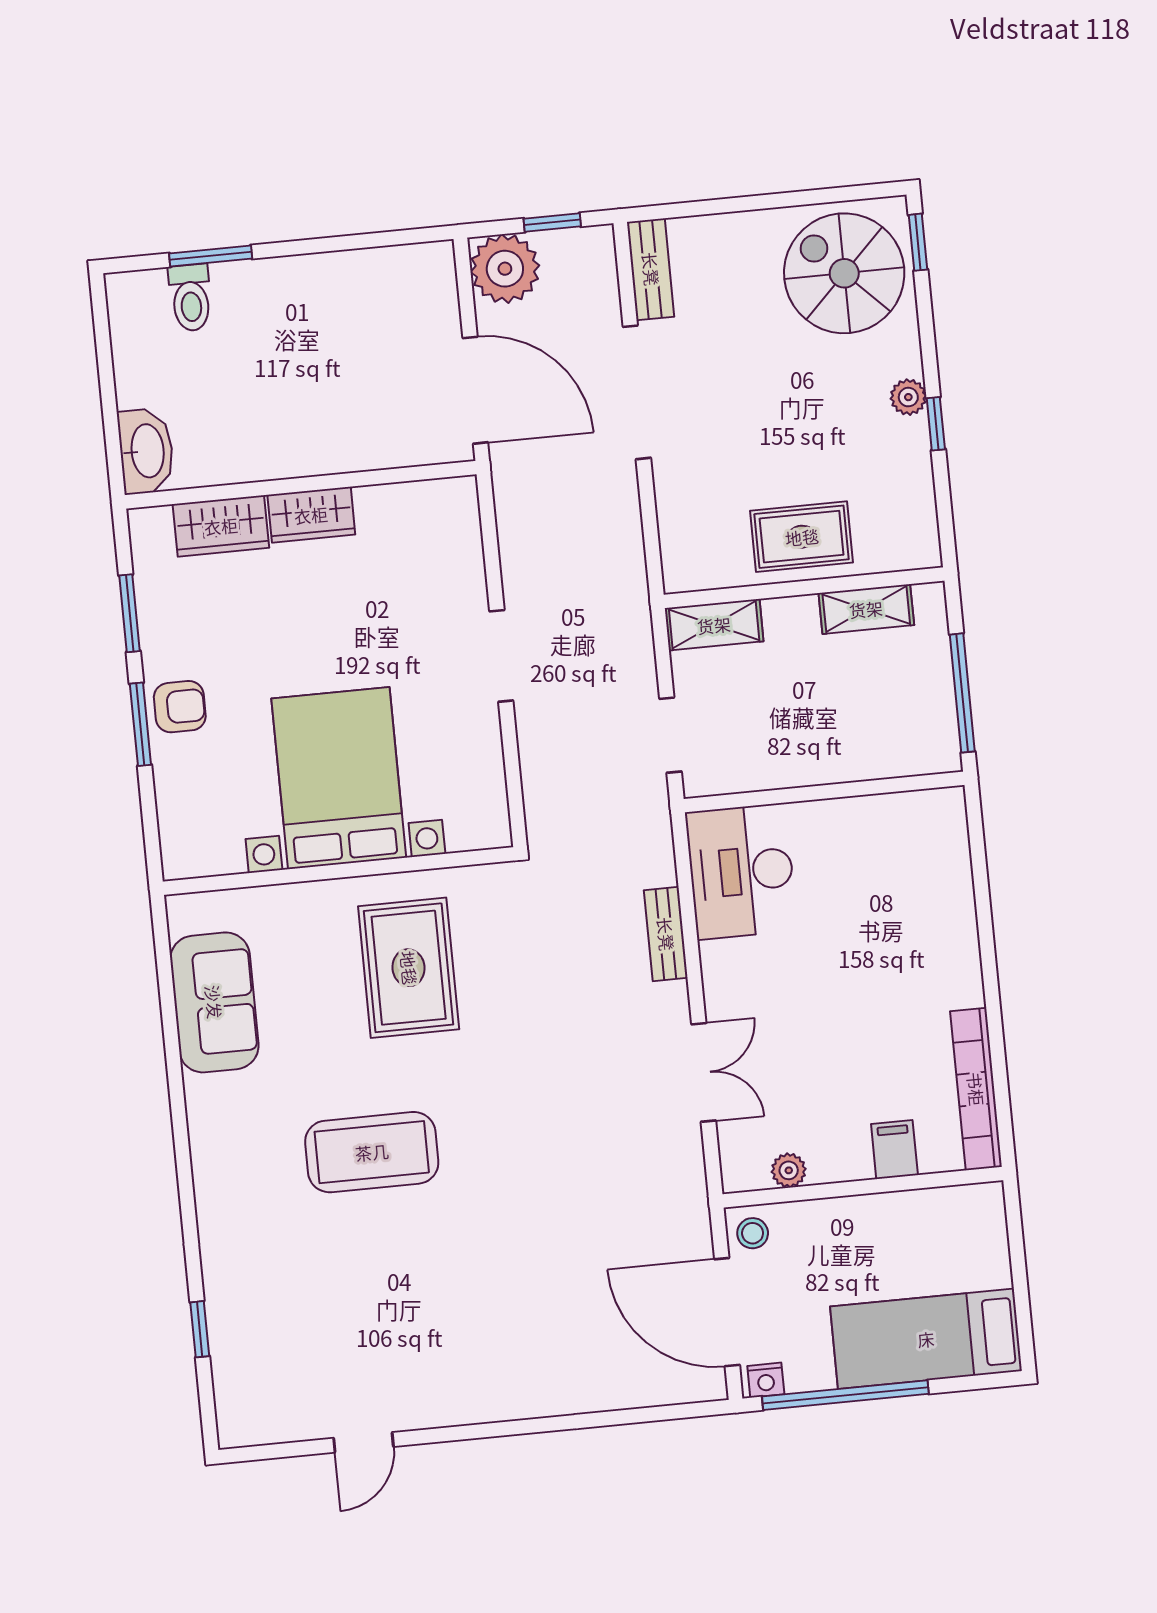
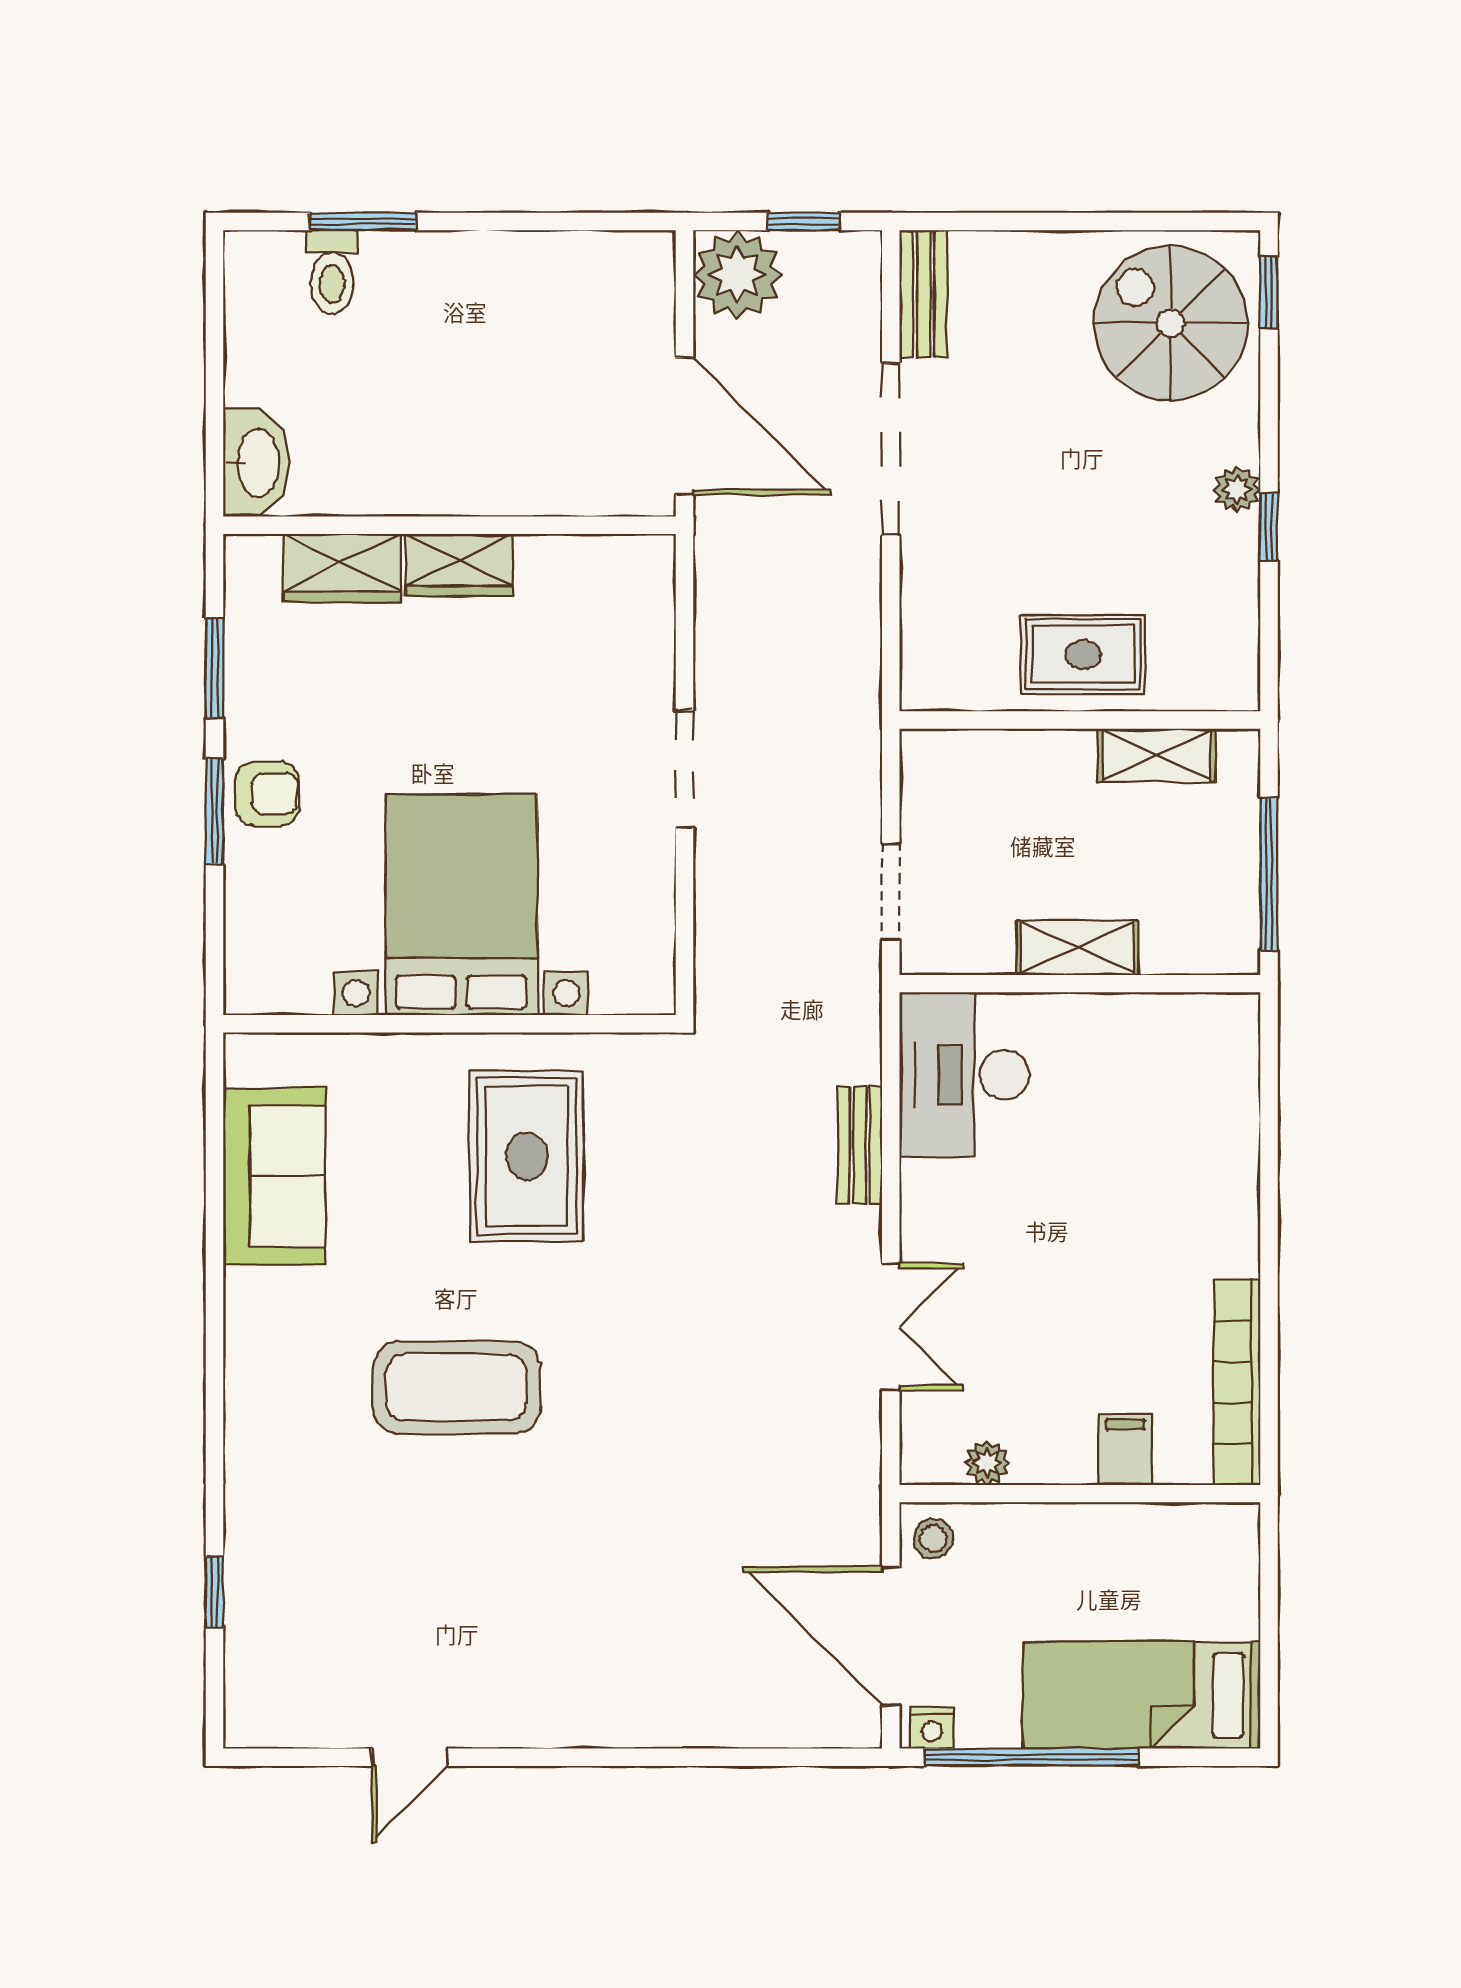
shelving: (714, 625) -> (1077, 948), moved

